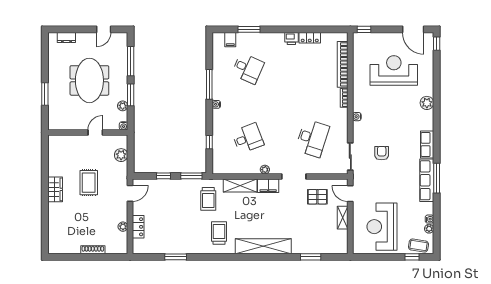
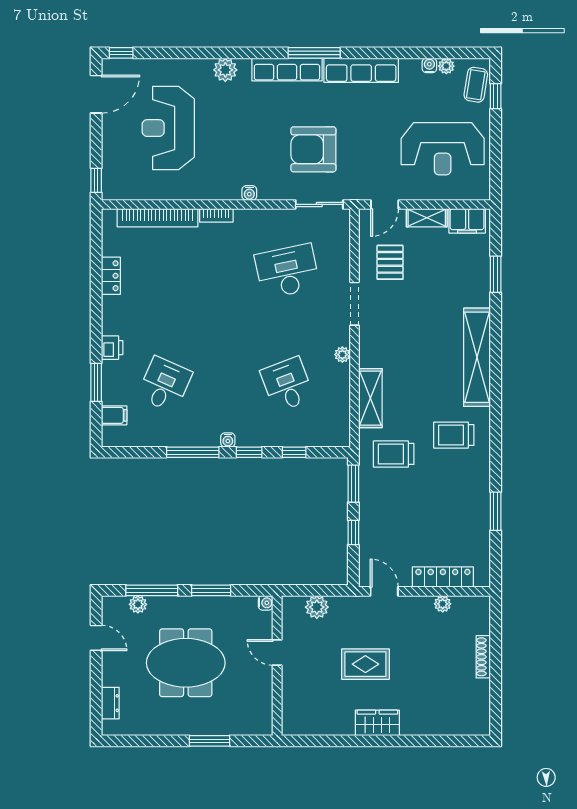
printer: (291, 38) -> (112, 348), moved
plant: (123, 106) -> (138, 604), moved
window: (209, 116) -> (249, 452), added
desk: (312, 138) -> (287, 271), turned -30
row of seats: (427, 145) -> (287, 69), width x1.48
armchair: (382, 153) -> (313, 149), width x1.88, depth x1.88
window: (437, 178) -> (314, 53), moved
filing cabinet: (268, 186) -> (467, 221), moved, turned 90
trolley: (208, 199) -> (394, 454), turned 180
locker: (138, 227) -> (443, 577), width x1.53

